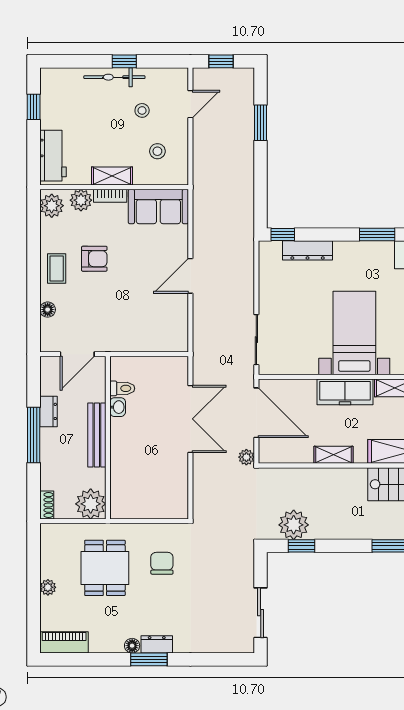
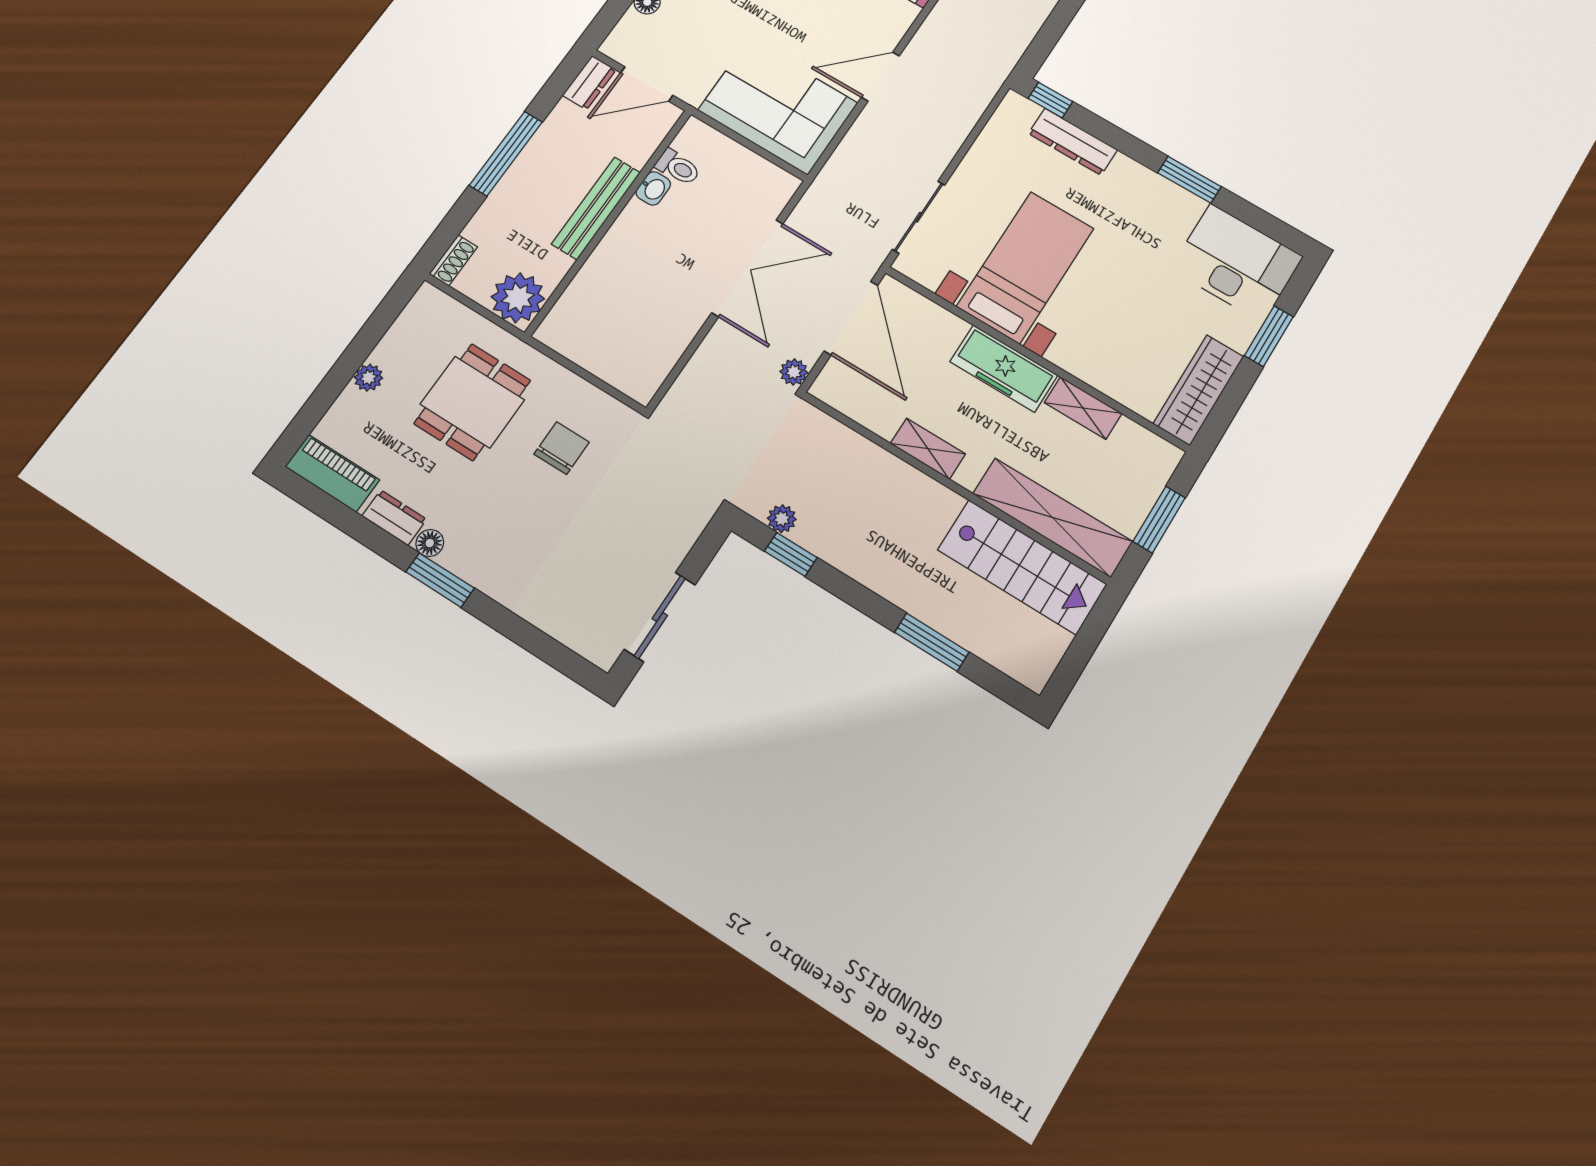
corner sofa: (150, 325) -> (778, 106), added
bed with nightstands: (354, 333) -> (1025, 267), moved
dresser: (49, 411) -> (589, 83), moved
plant: (294, 525) -> (782, 519), width x0.53, depth x0.53
dresser: (157, 644) -> (394, 518), moved

